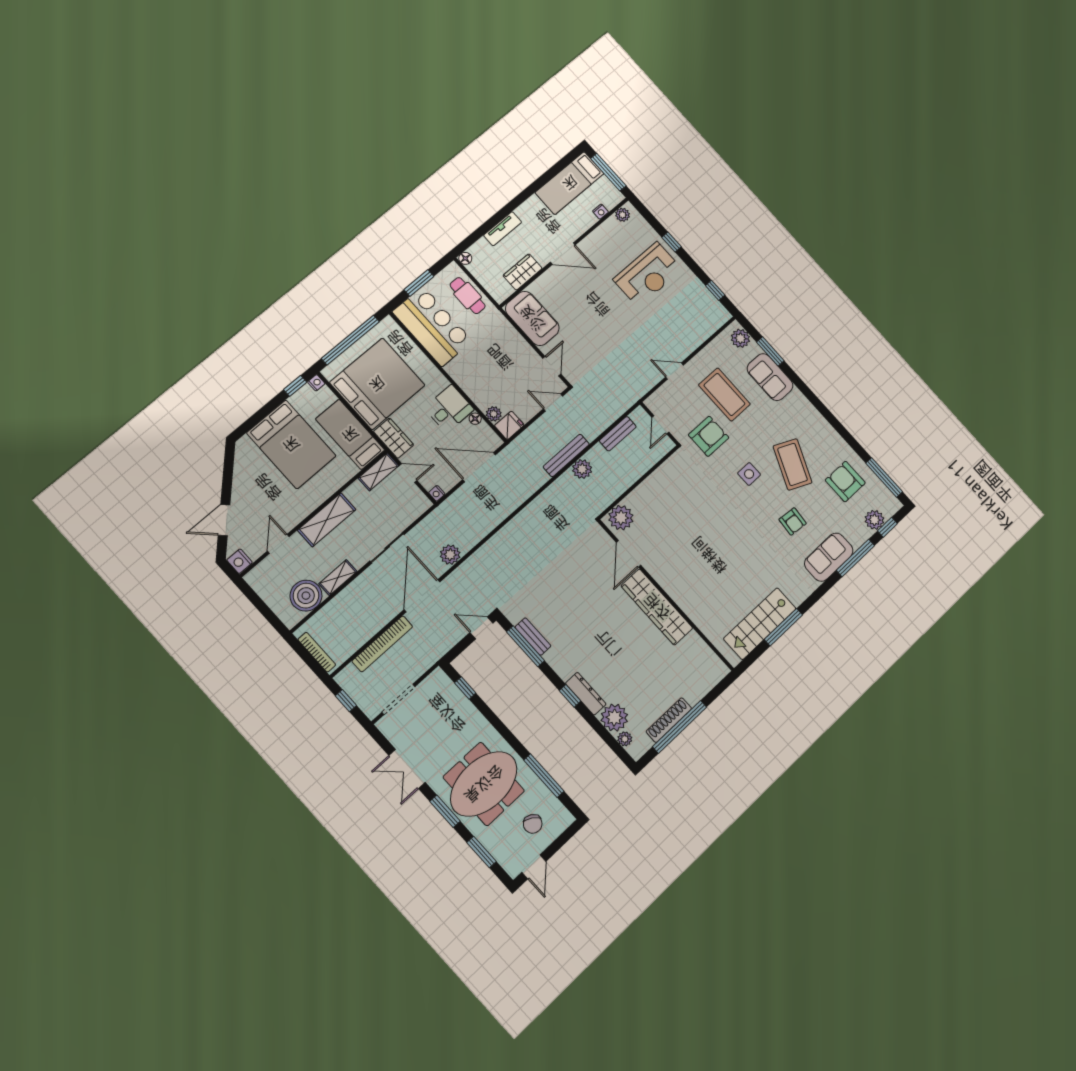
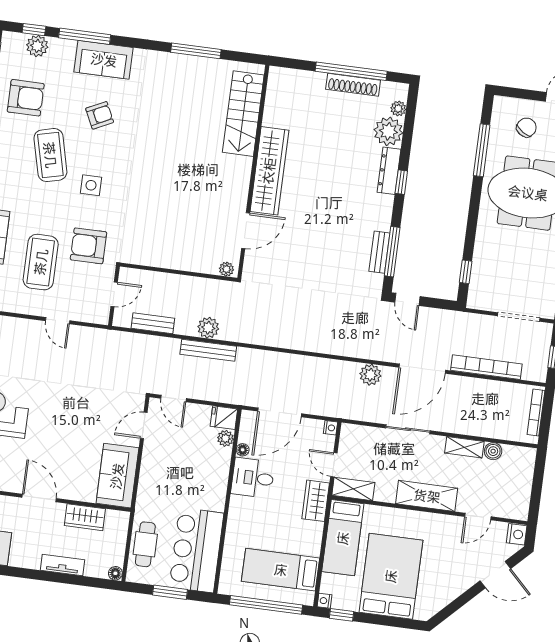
bed: (377, 384) -> (281, 570), width x0.49
coffee table: (792, 464) -> (50, 155), turned -38
door: (479, 467) -> (280, 412), hinge flipped
armchair: (845, 481) -> (26, 98), turned -90
plant: (621, 518) -> (226, 269), width x0.53, depth x0.53
armchair: (793, 521) -> (100, 115), turned 59
boiler: (306, 596) -> (493, 451), width x0.54, depth x0.54
stairs: (760, 624) -> (243, 114), moved, turned 90

